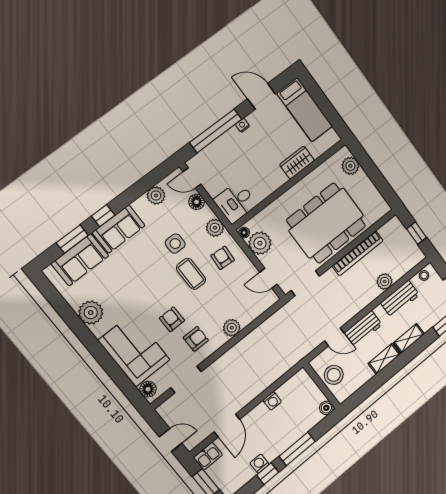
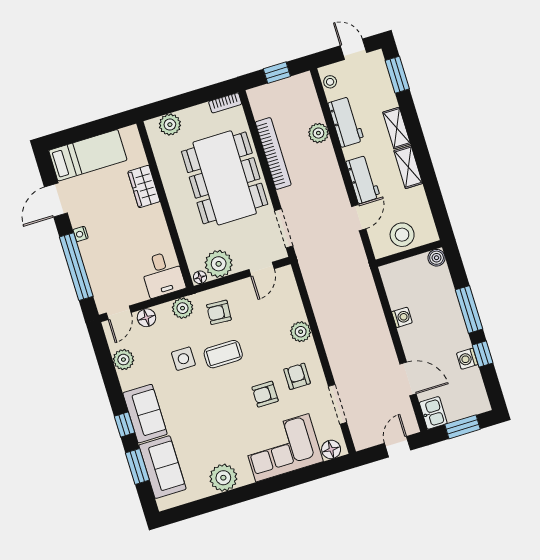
bookcase: (381, 202) -> (225, 103), added

